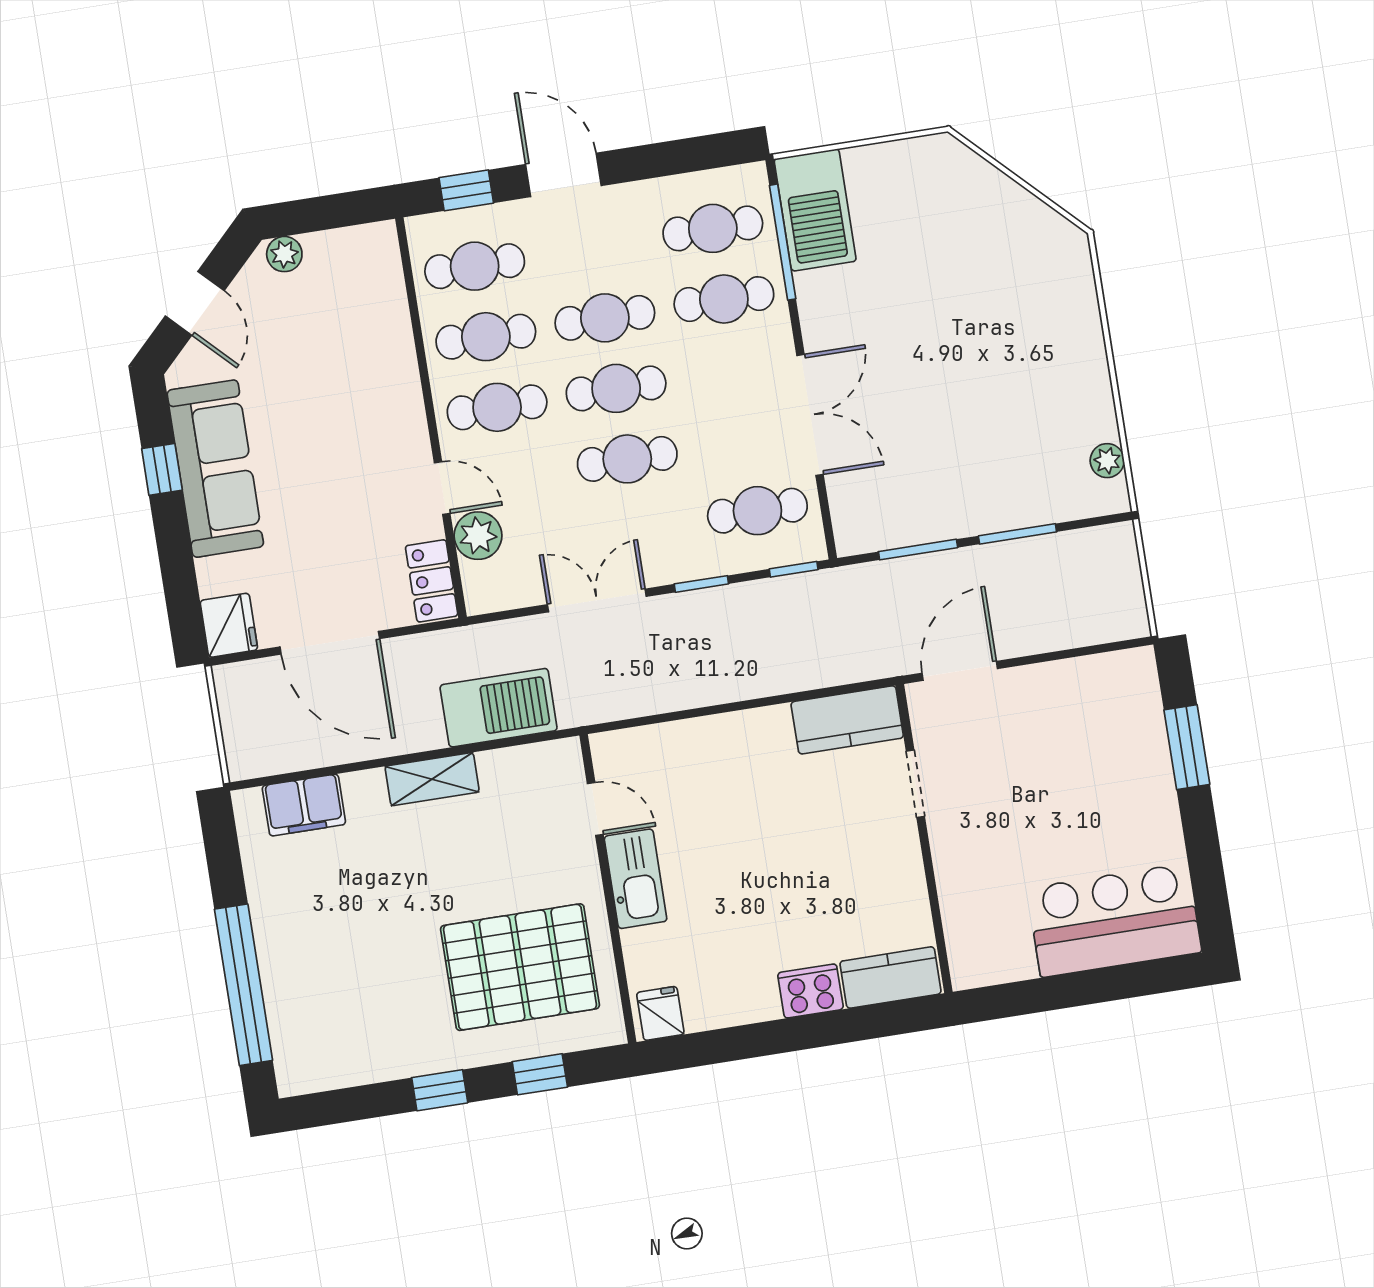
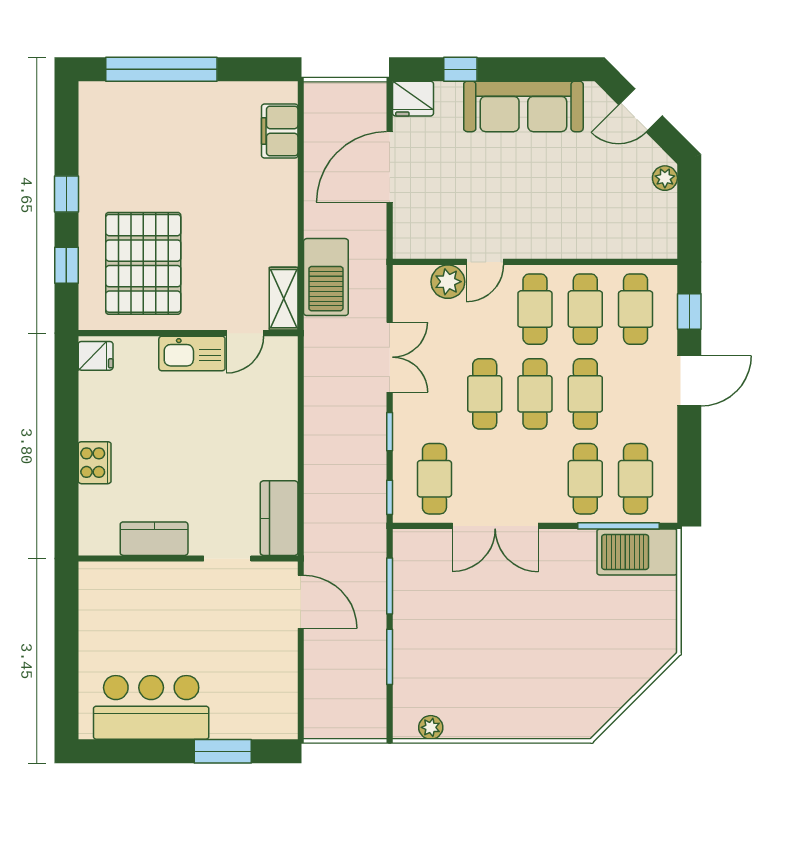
window: (162, 469) -> (460, 69), moved
locker: (432, 581) -> (421, 244), removed
shelving: (432, 779) -> (284, 299), moved
bar counter: (1114, 920) -> (151, 707), moved, turned -90
kitchen counter: (891, 978) -> (154, 539), moved, turned -90

